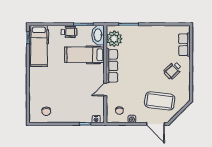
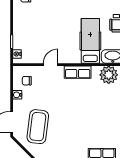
row of seats: (112, 66) -> (78, 72), width x0.68
wheelchair: (173, 70) -> (73, 141), removed
door: (105, 90) -> (51, 65), hinge flipped

